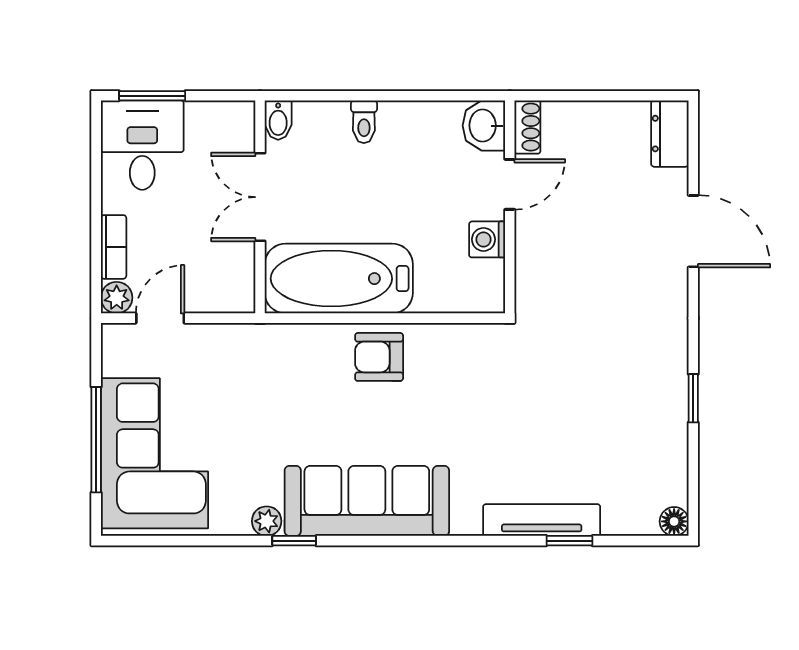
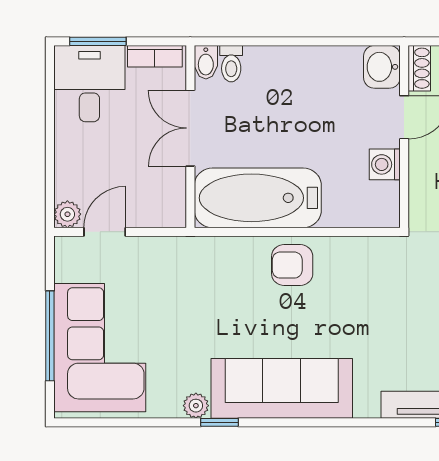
toilet: (364, 122) -> (231, 64), moved
bookcase: (114, 247) -> (155, 56), moved, turned 90

